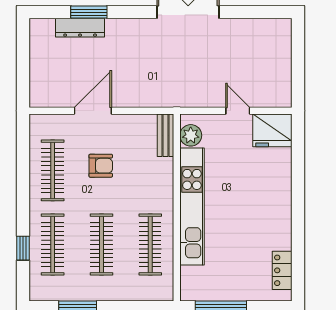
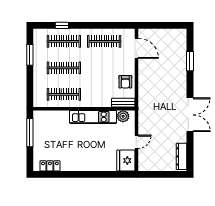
dresser: (80, 28) -> (182, 156), moved
door: (93, 111) -> (136, 48), moved
armchair: (101, 166) -> (125, 82), moved
kitchen unit: (192, 206) -> (93, 117), width x0.73

